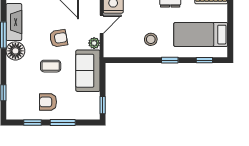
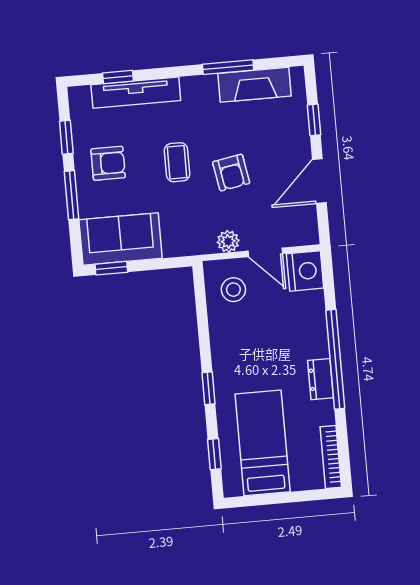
stool: (151, 39) -> (233, 290), moved
floor lamp: (15, 51) -> (200, 93), removed
sofa: (88, 71) -> (121, 239), moved
tv unit: (12, 84) -> (136, 93), added
armchair: (48, 102) -> (108, 163), turned 90

